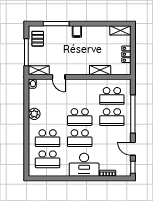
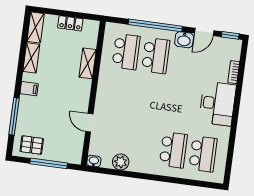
shelving: (39, 70) -> (31, 58), moved
door: (59, 77) -> (89, 123), swing flipped
plant: (34, 114) -> (121, 162), moved
school desk: (80, 117) -> (150, 101), removed
washbasin: (126, 135) -> (184, 40), added
school desk: (80, 138) -> (179, 105), removed

